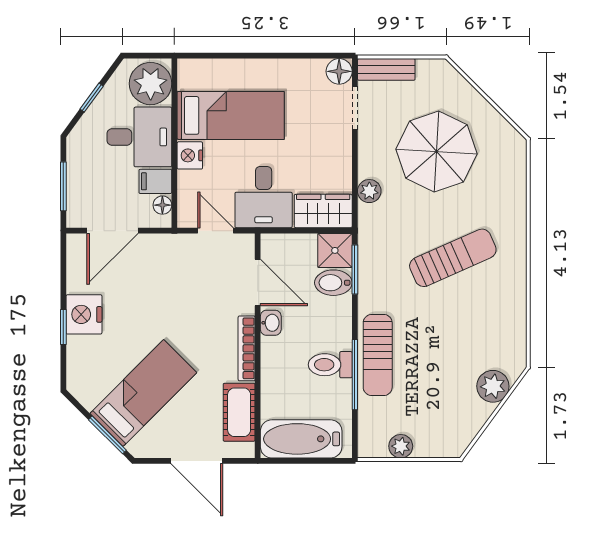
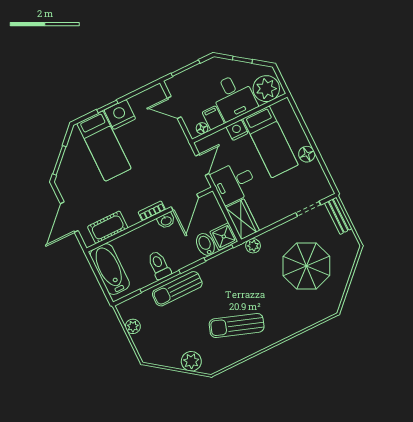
floor lamp: (339, 71) -> (307, 154), moved
plant: (369, 191) -> (253, 246), moved
door: (112, 231) -> (174, 107), width x0.73
sun lounger: (453, 258) -> (237, 326), moved, turned 133
bookcase: (247, 348) -> (152, 211), width x0.64
bed: (143, 393) -> (104, 146), moved, turned 45

